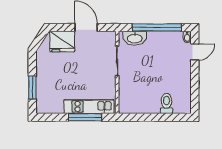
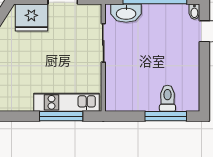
window: (165, 117) -> (166, 116), added

